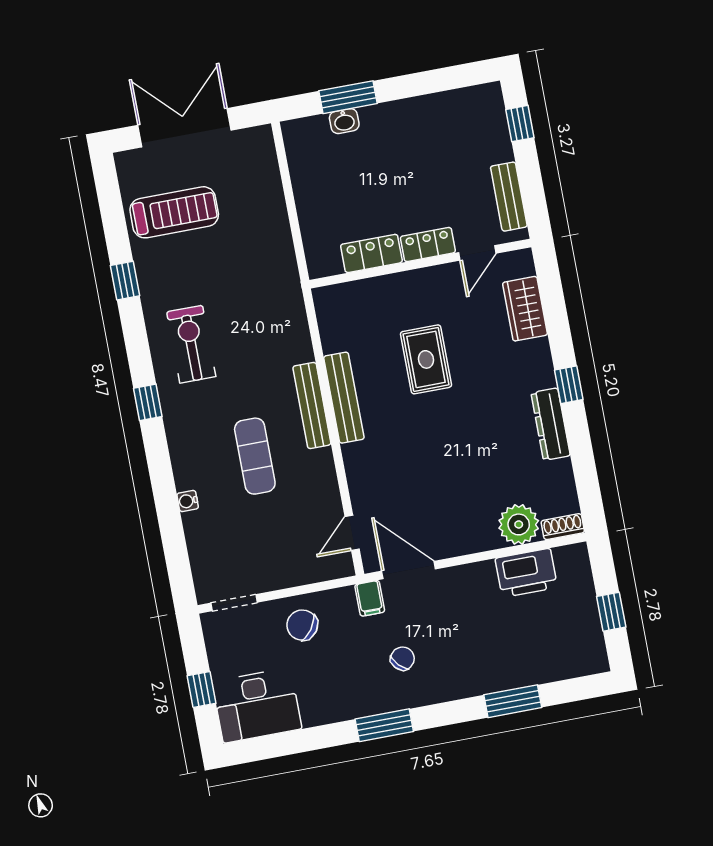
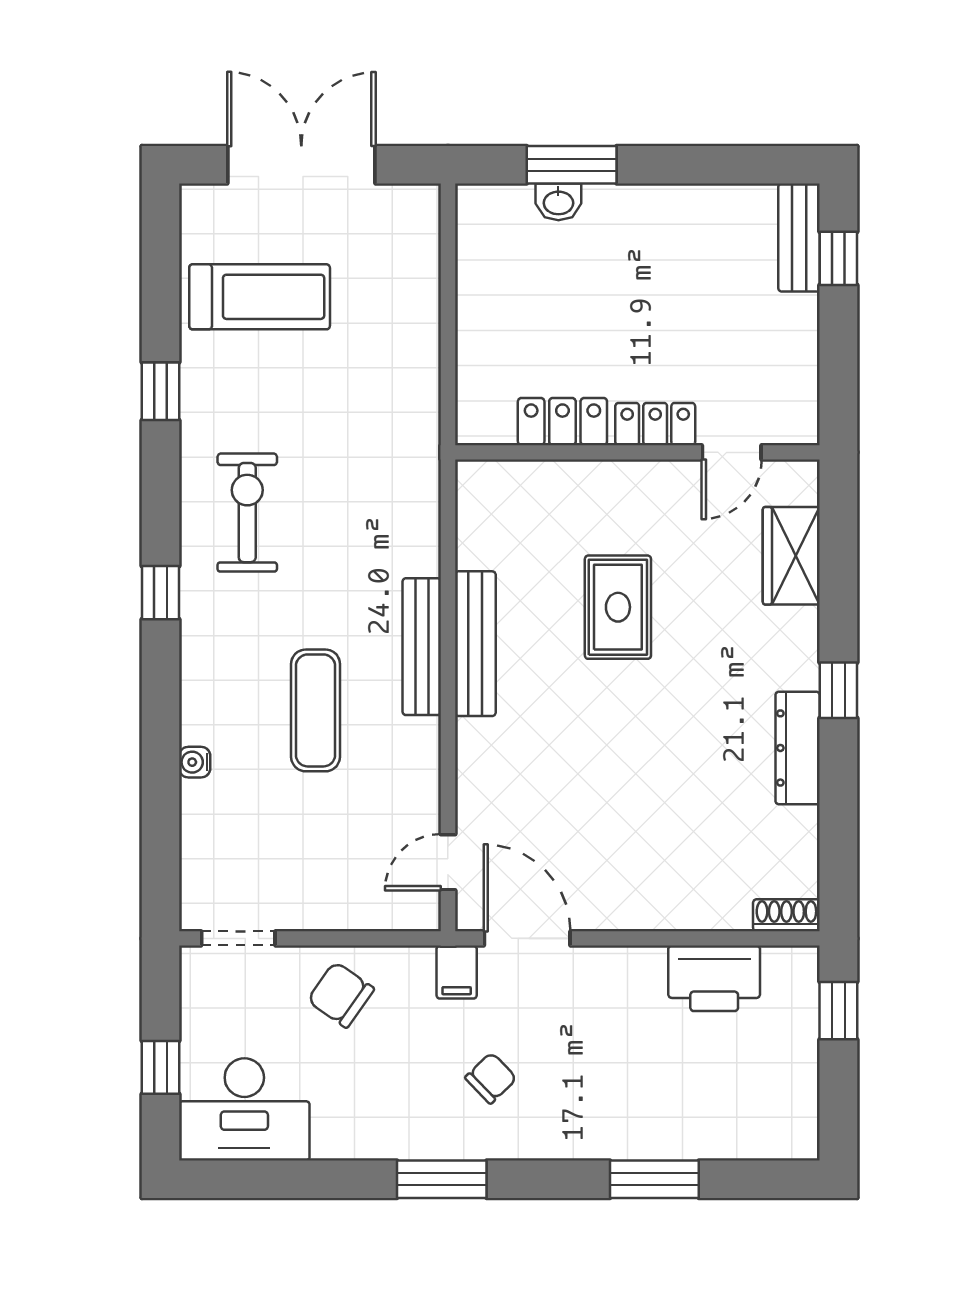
bench: (509, 197) -> (799, 238), moved
plant: (519, 524) -> (717, 899), removed
window: (611, 612) -> (838, 1011), moved

